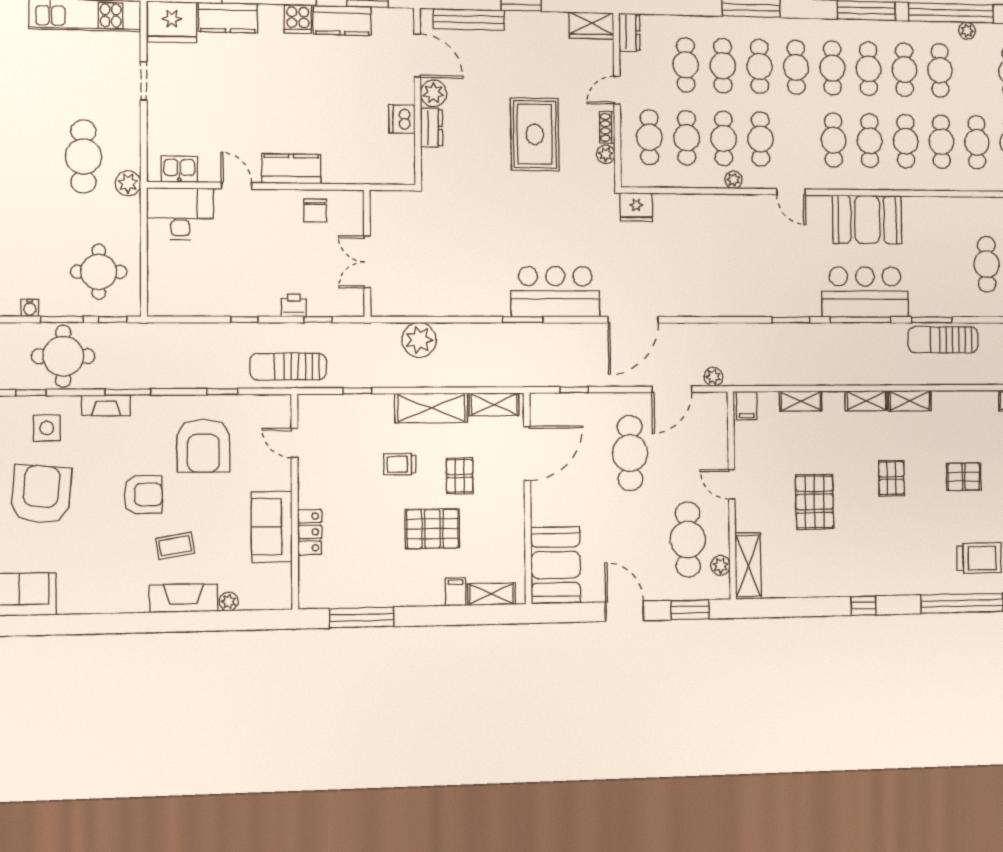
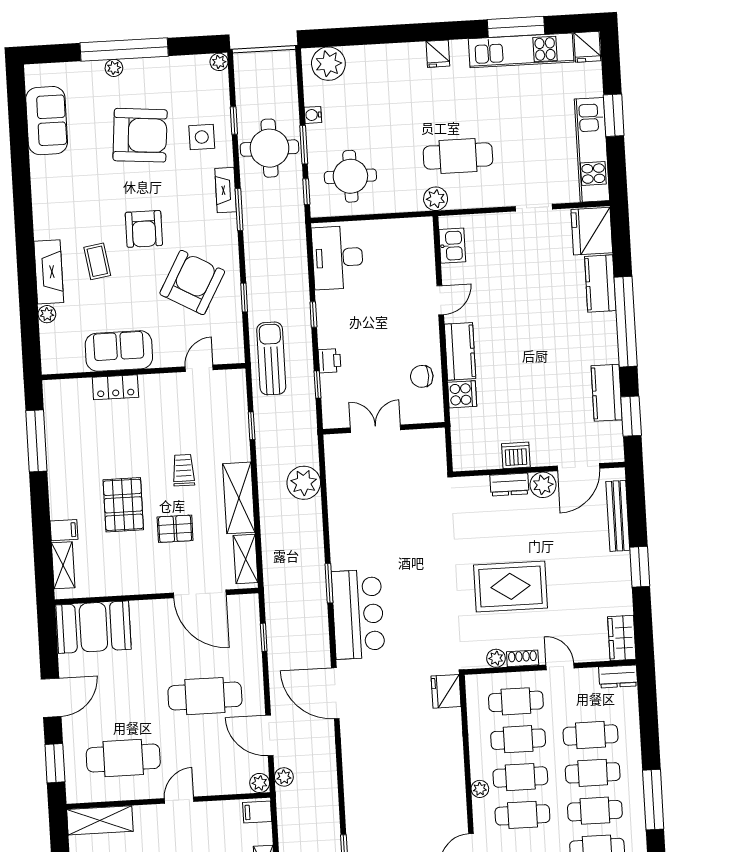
cooker: (298, 19) -> (462, 394), moved, turned 180
desk: (180, 214) -> (338, 258), moved, turned 180
armchair: (203, 446) -> (192, 282), turned 119
plant: (720, 565) -> (260, 783), moved

